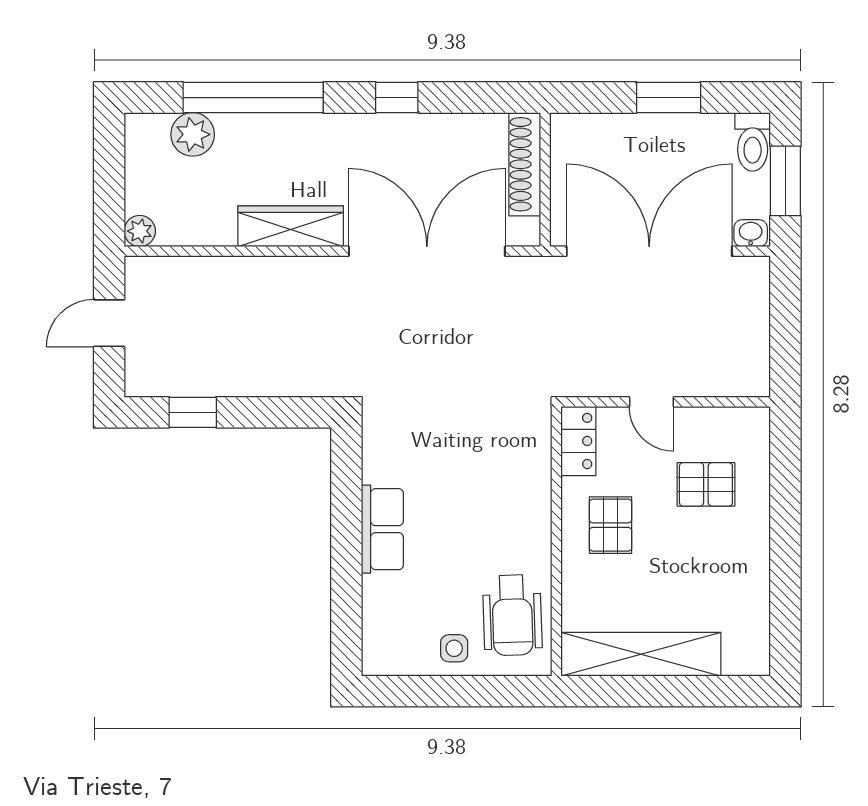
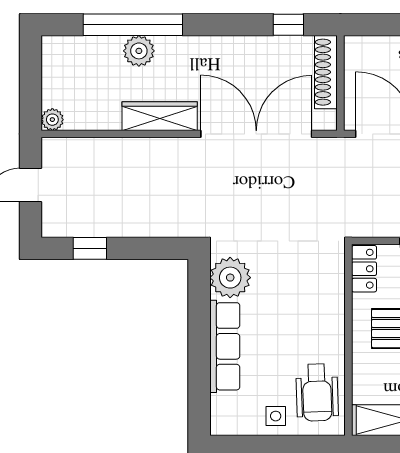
window: (397, 98) -> (288, 25), moved
plant: (193, 134) -> (139, 51), moved
plant: (390, 453) -> (230, 278), added
row of seats: (382, 529) -> (225, 346), width x1.48

